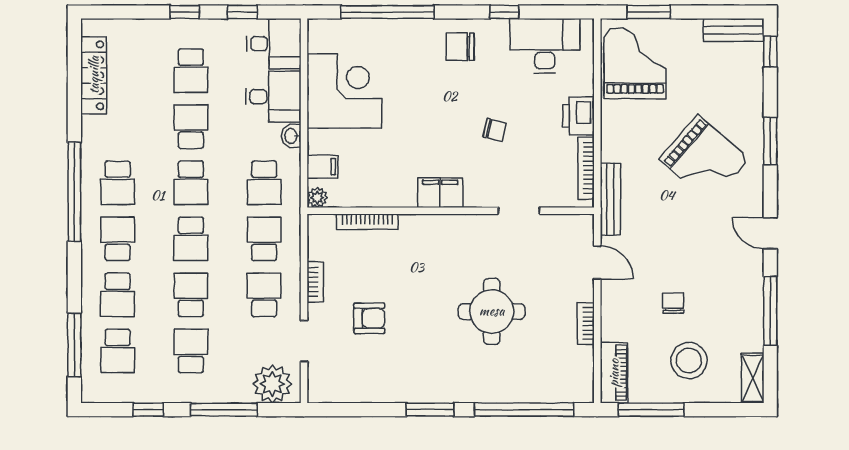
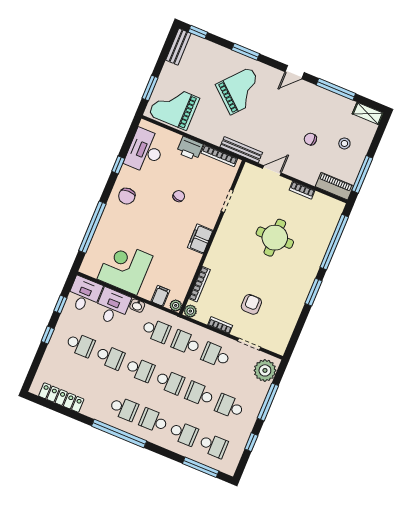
school desk: (191, 127) -> (110, 357), turned 180
plant: (318, 225) -> (190, 311), added
stool: (689, 360) -> (344, 143), width x0.53, depth x0.53

